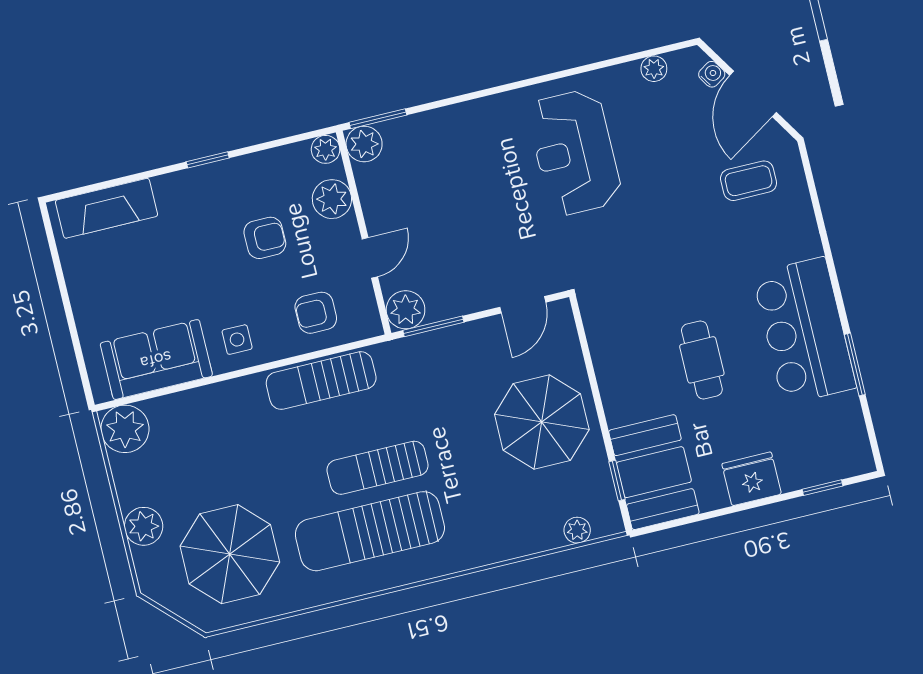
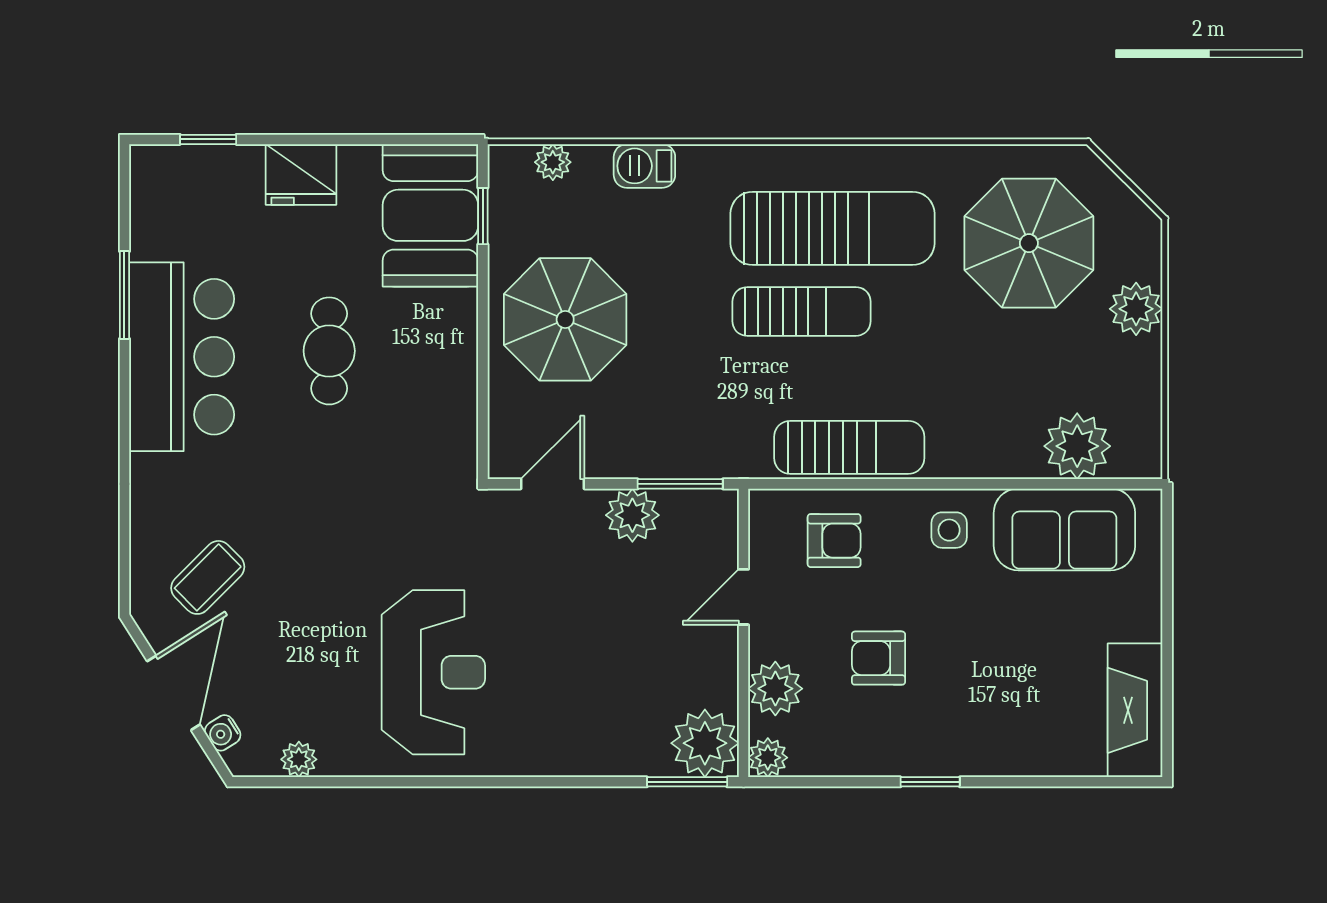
plant: (364, 144) -> (705, 743), width x1.36, depth x1.36
coffee table: (749, 181) -> (208, 577), turned -45
fireplace: (107, 208) -> (1135, 710), moved, turned -90
plant: (406, 310) -> (632, 515), moved
plant: (125, 429) -> (1077, 446), moved
barbecue: (512, 543) -> (644, 166), added

